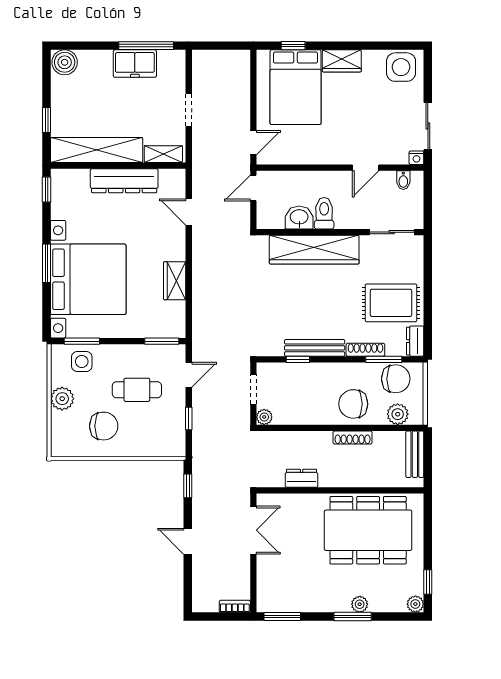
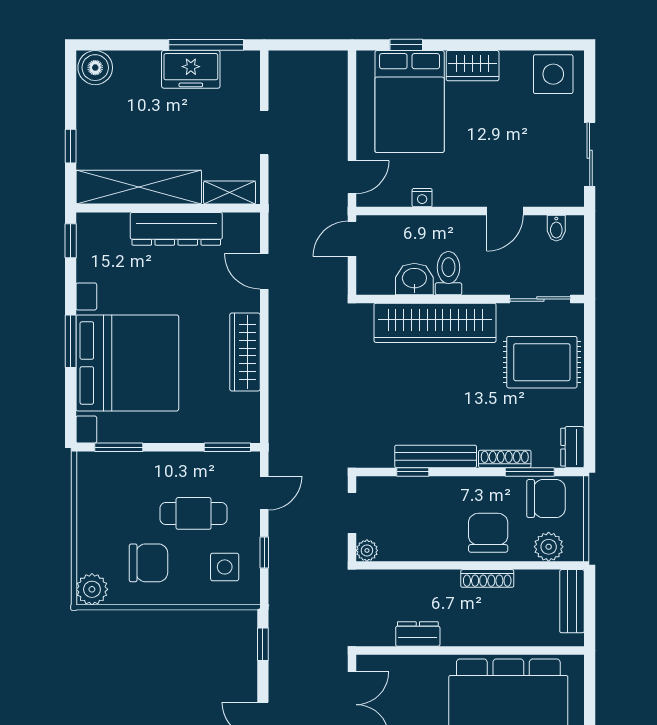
nightstand: (416, 158) -> (422, 198), moved
wardrobe: (175, 281) -> (245, 352), width x1.50
rug: (391, 303) -> (542, 362), moved
side table: (82, 362) -> (225, 567), moved
plant: (62, 399) -> (92, 589), moved
chair: (353, 404) -> (488, 533), turned 90

